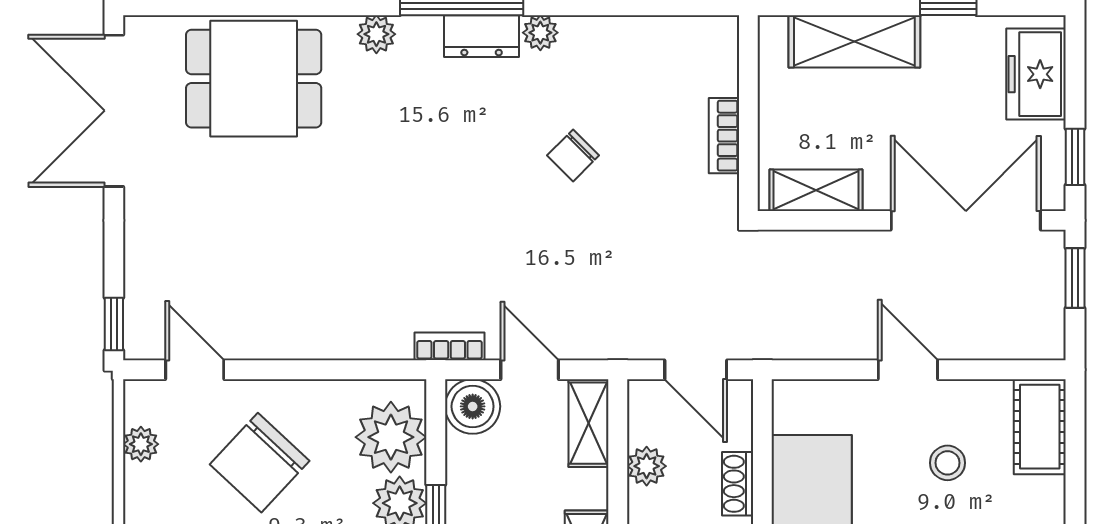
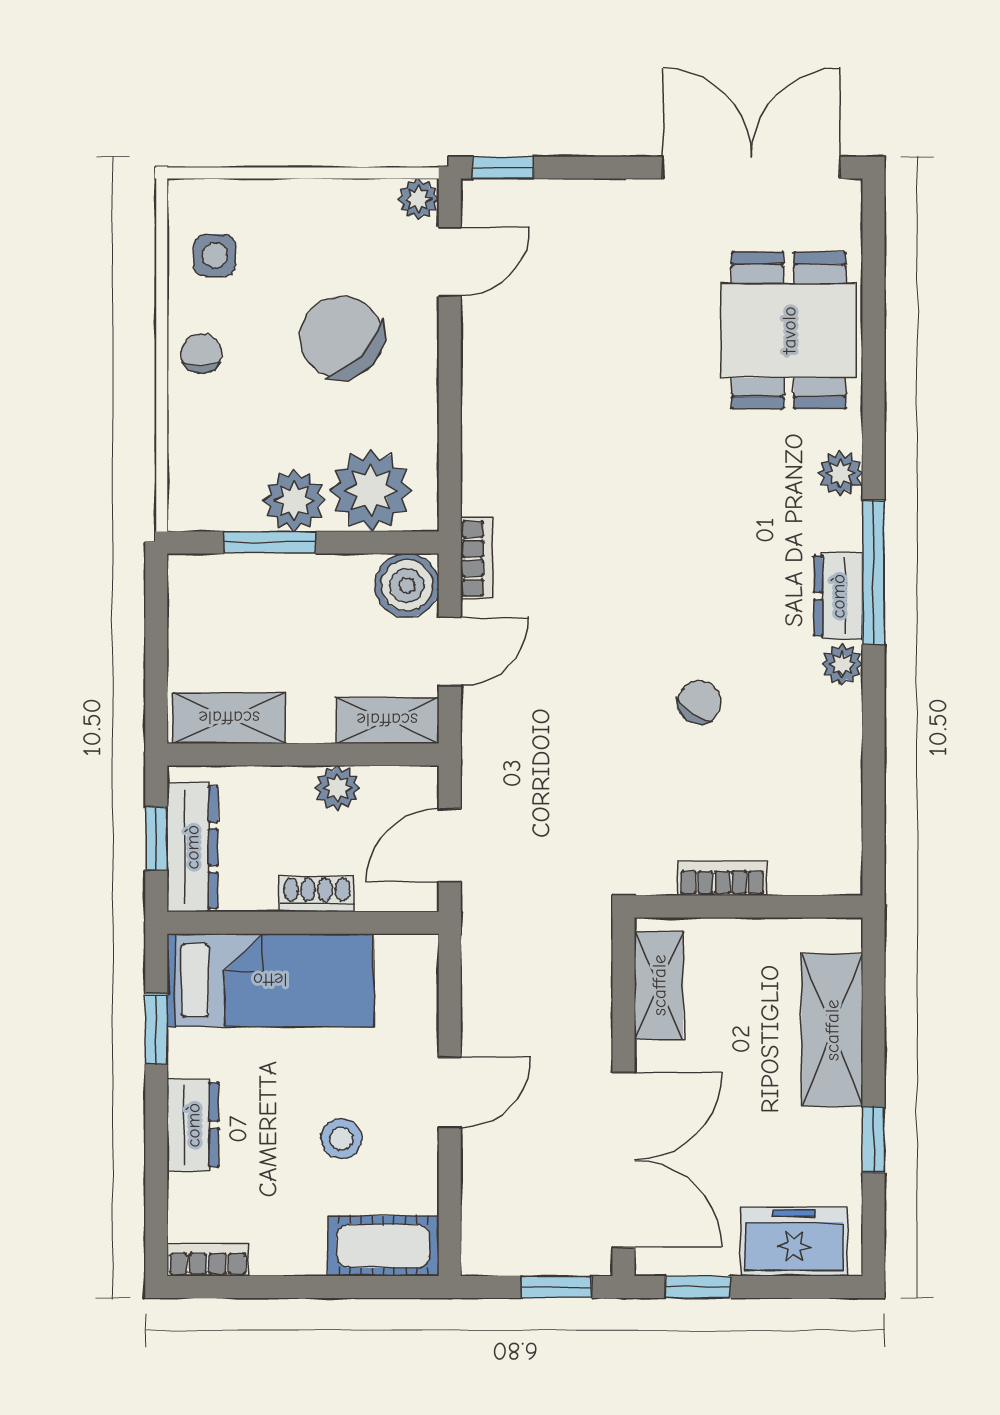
chair: (573, 155) -> (699, 702), turned 78
plant: (141, 444) -> (418, 199), moved

